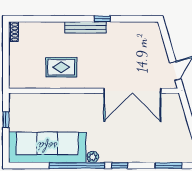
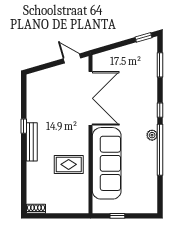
rug: (61, 67) -> (69, 164), turned 90
sofa: (47, 147) -> (107, 163), moved, turned 180

